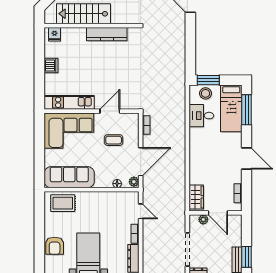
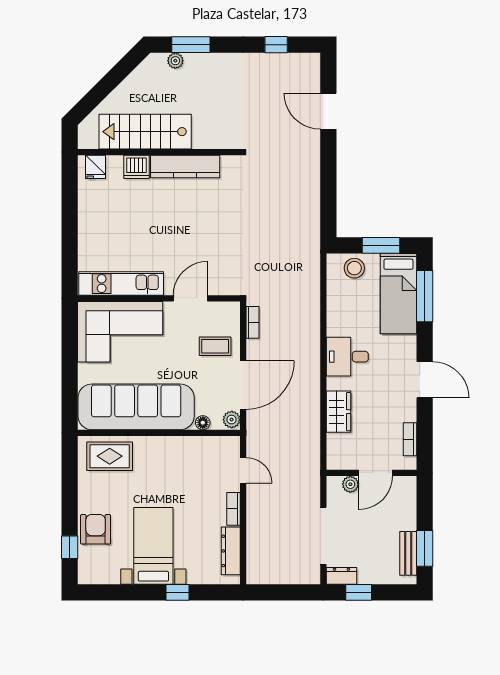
dishwasher: (51, 65) -> (136, 167), moved, turned 90
window: (208, 80) -> (381, 245), moved
desk: (201, 116) -> (347, 357), moved
coffee table: (114, 140) -> (215, 346), moved
sofa: (69, 177) -> (136, 407), width x1.36, depth x1.27
wardrobe: (196, 197) -> (338, 412), moved
door: (218, 213) -> (376, 473), hinge flipped
armchair: (55, 246) -> (96, 529), turned 180
window: (39, 256) -> (70, 547), added

